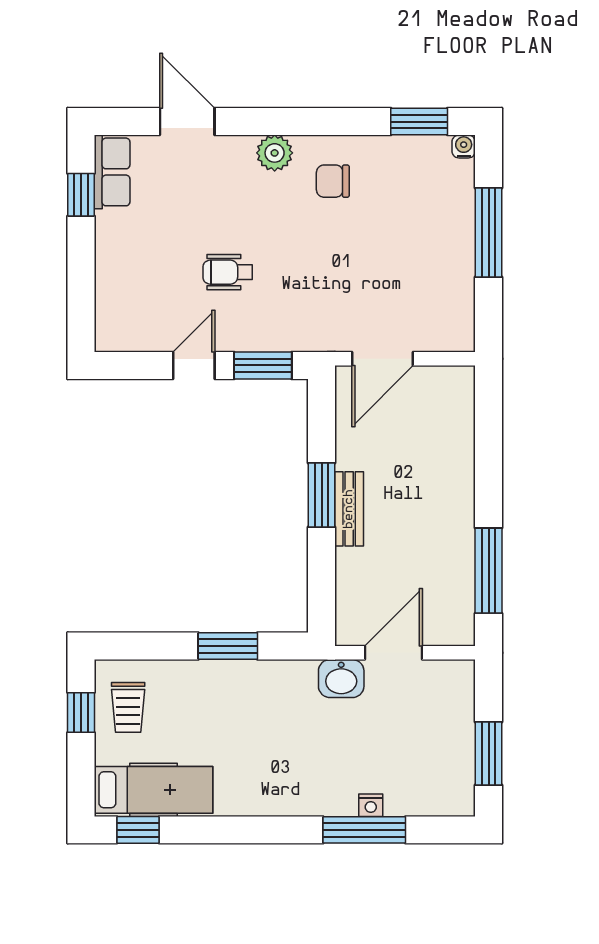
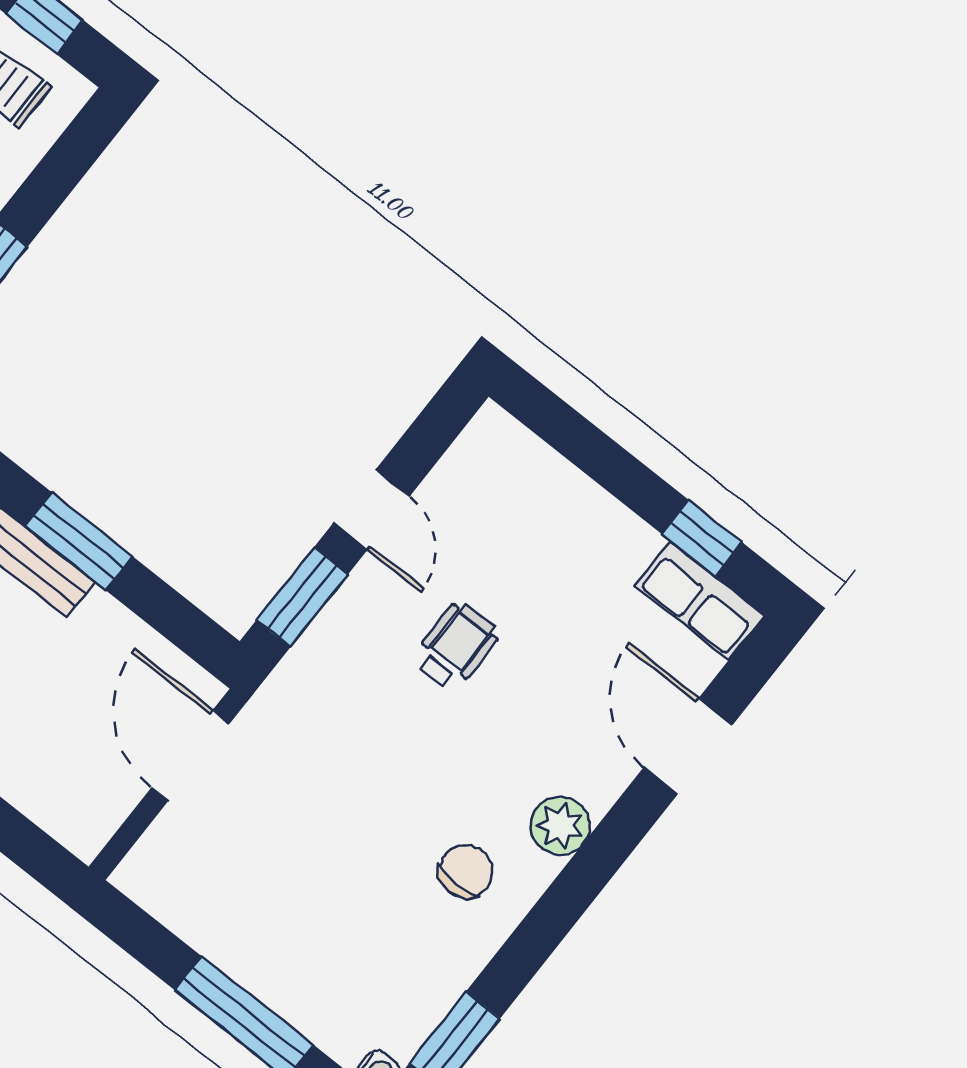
door: (187, 122) -> (688, 746), swing flipped

